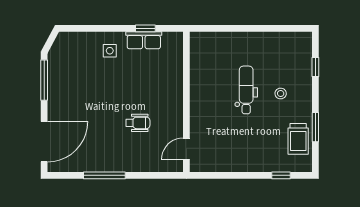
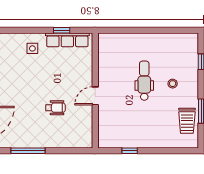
row of seats: (144, 40) -> (67, 40), width x1.48
door: (186, 149) -> (95, 96), moved
window: (281, 175) -> (130, 151), moved

